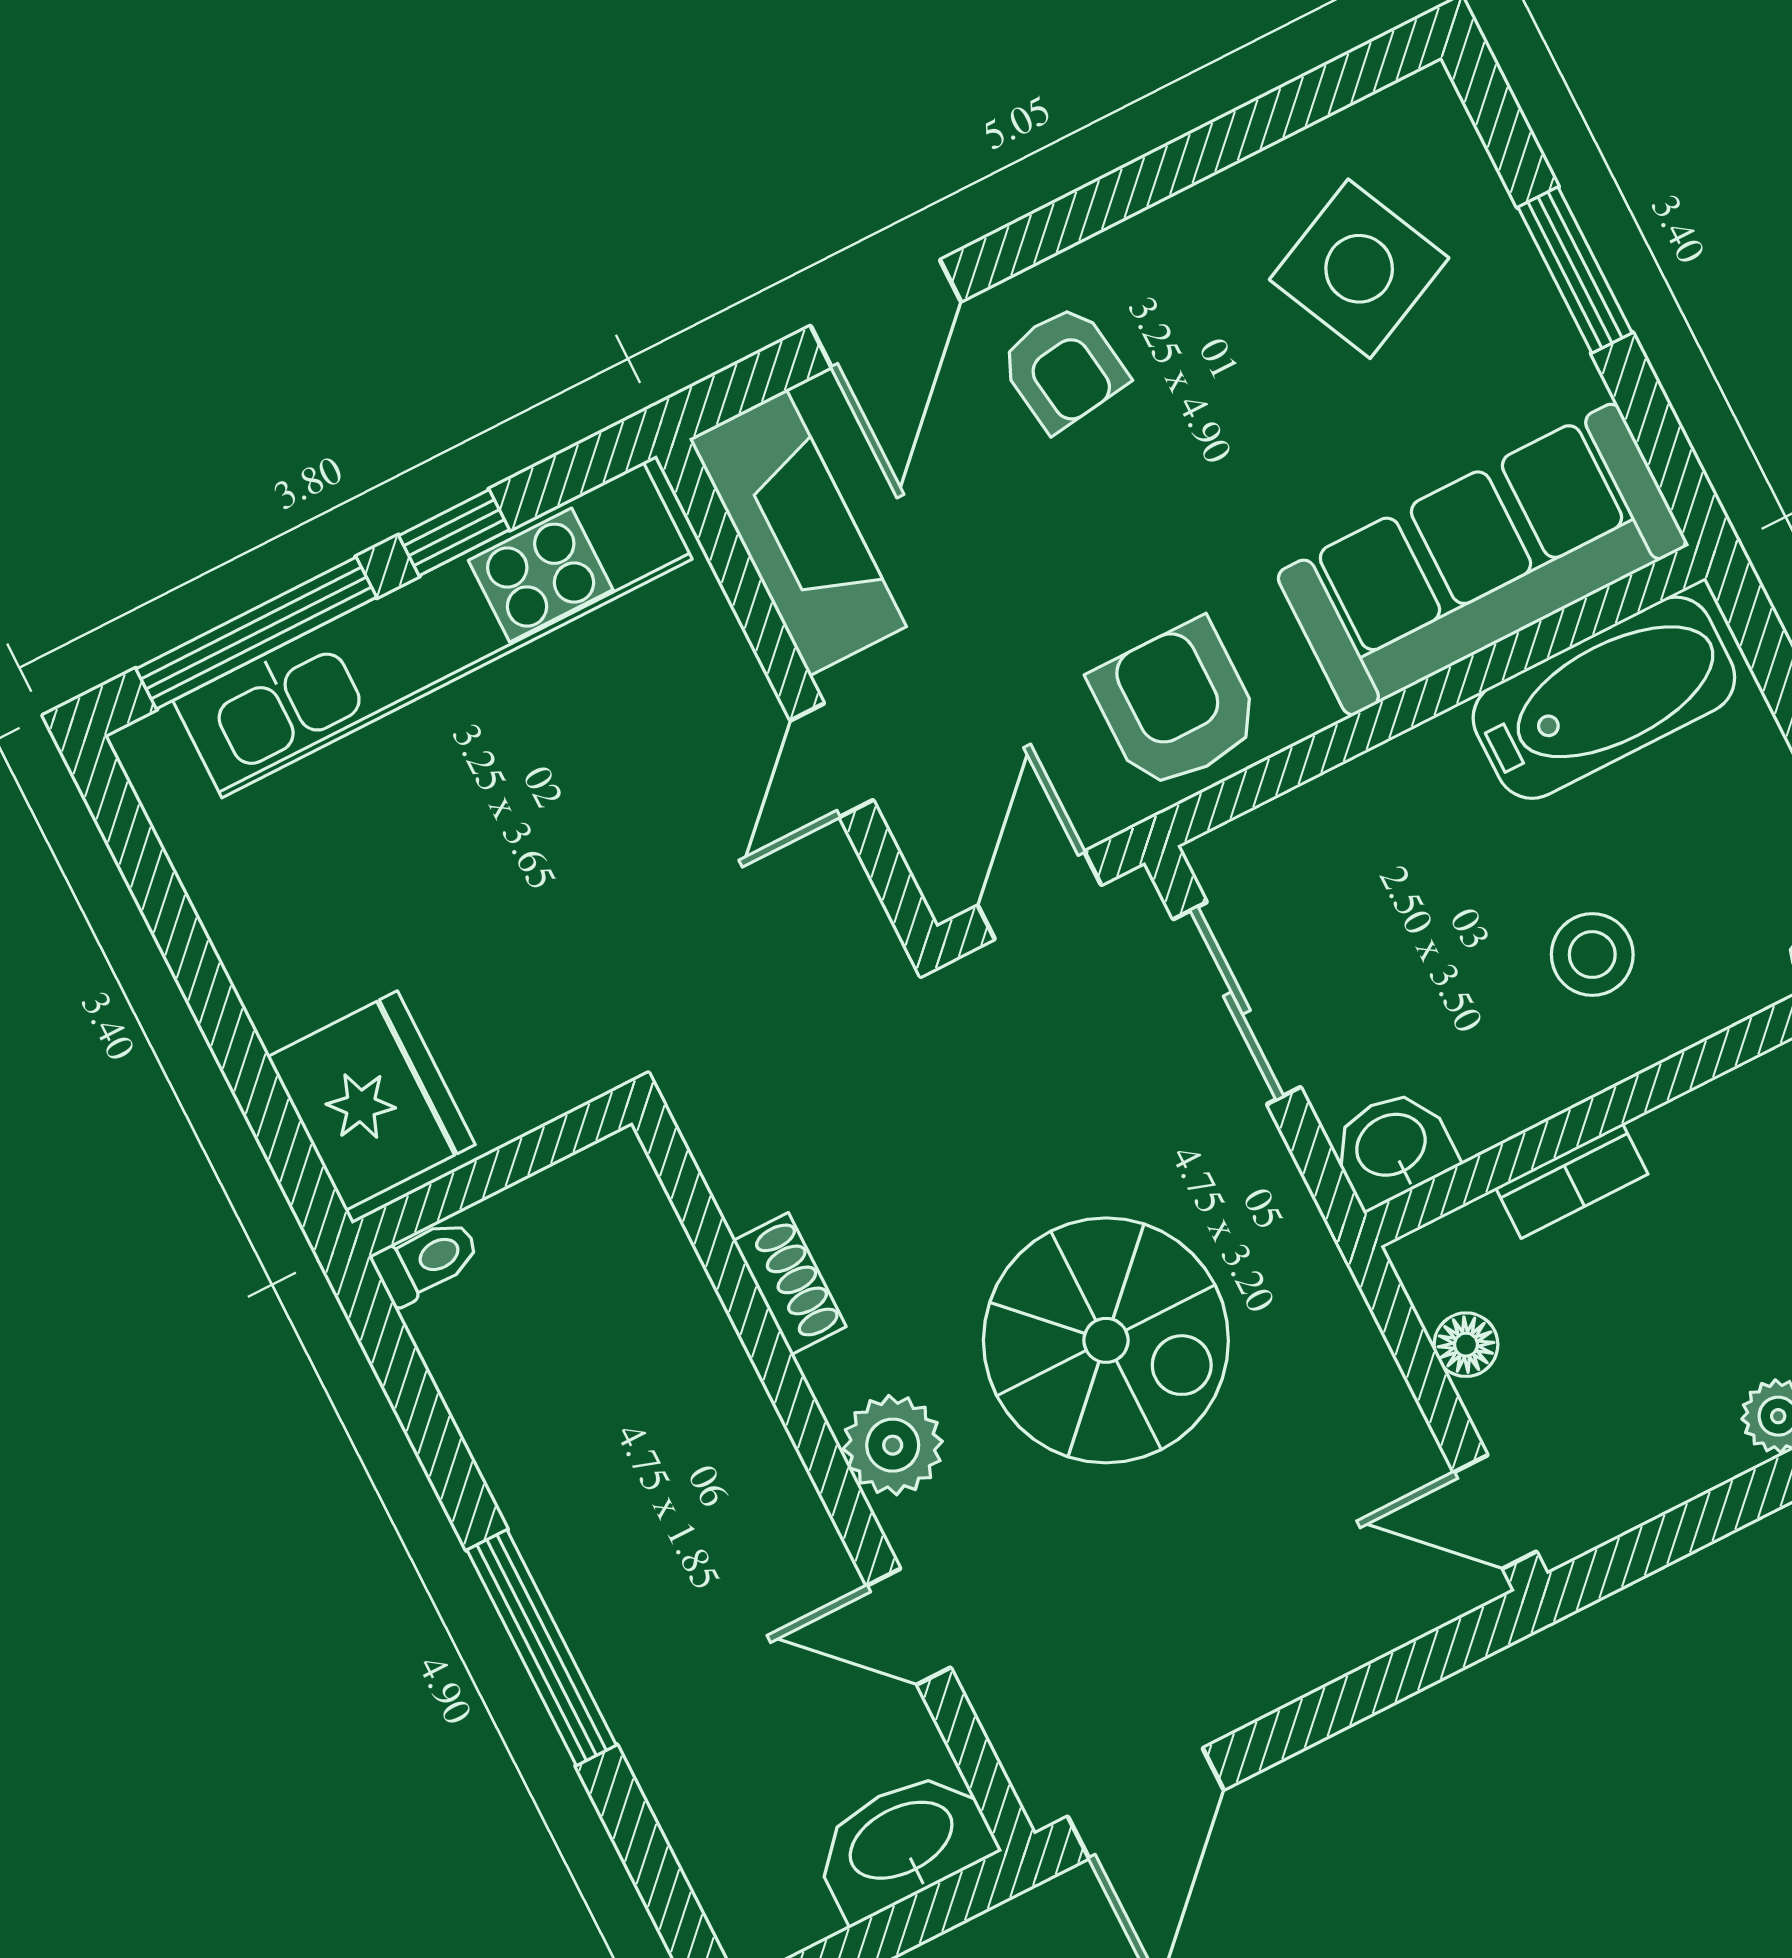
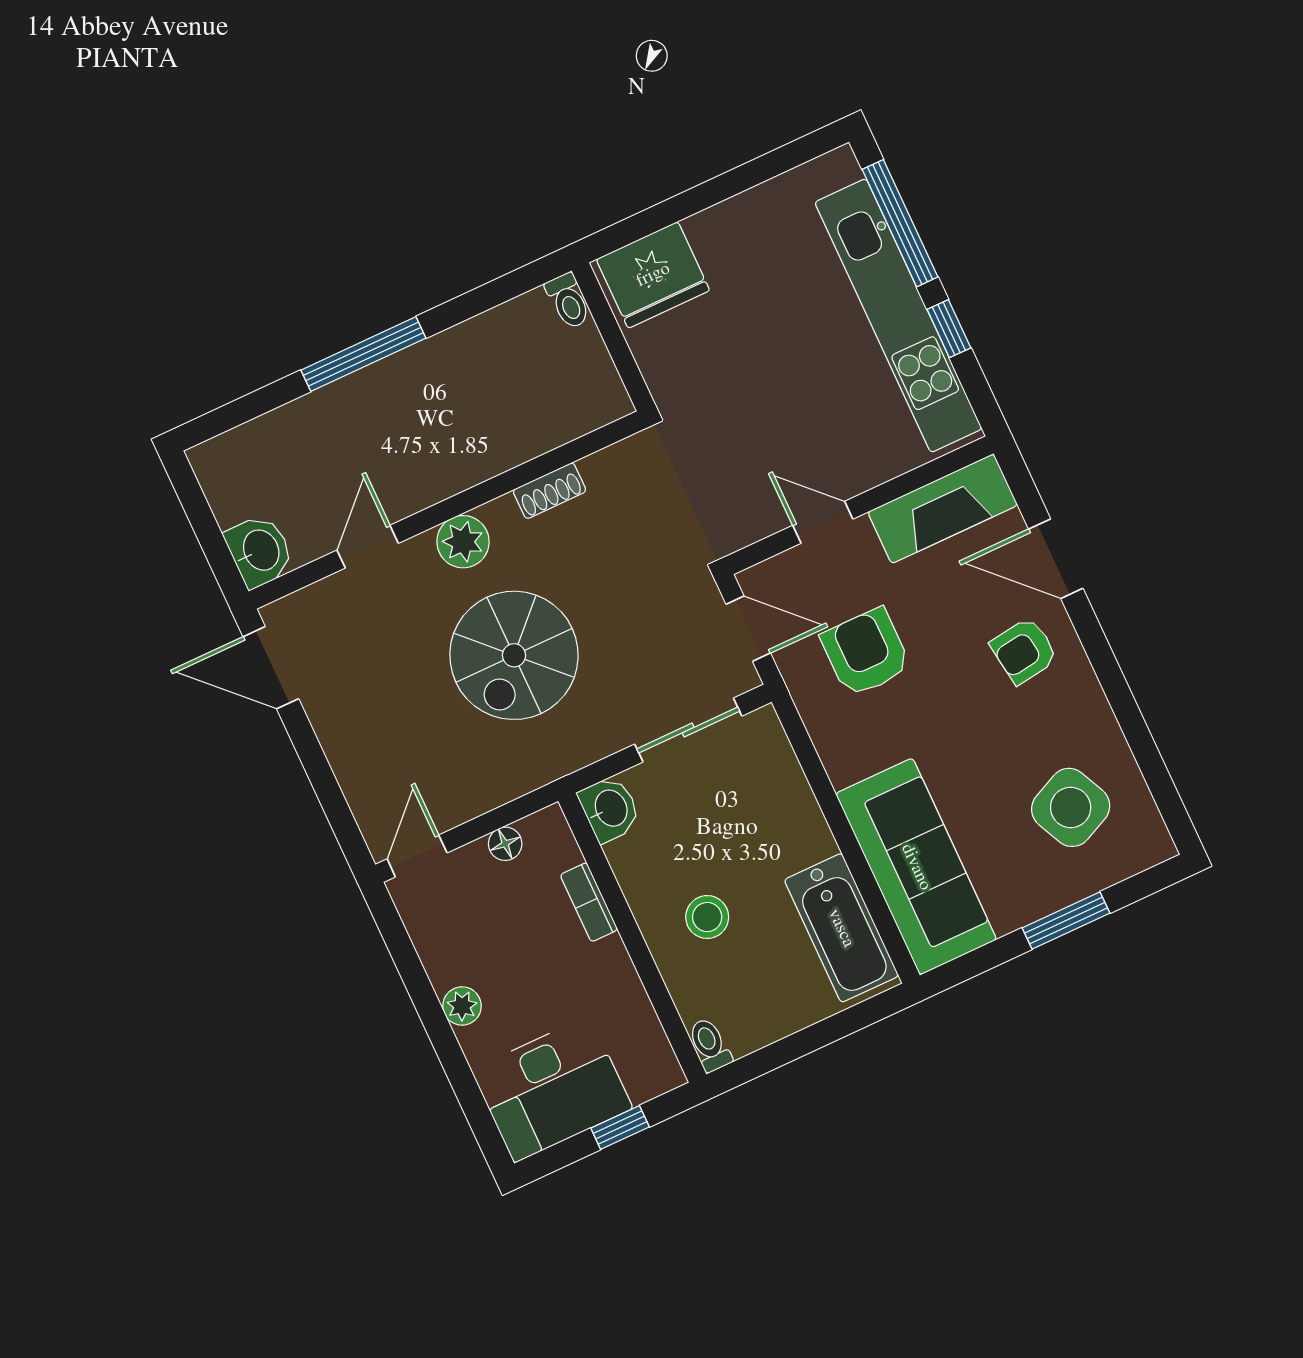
armchair: (1176, 705) -> (866, 652), moved, turned -90
washbasin: (903, 1843) -> (260, 551), width x0.72

